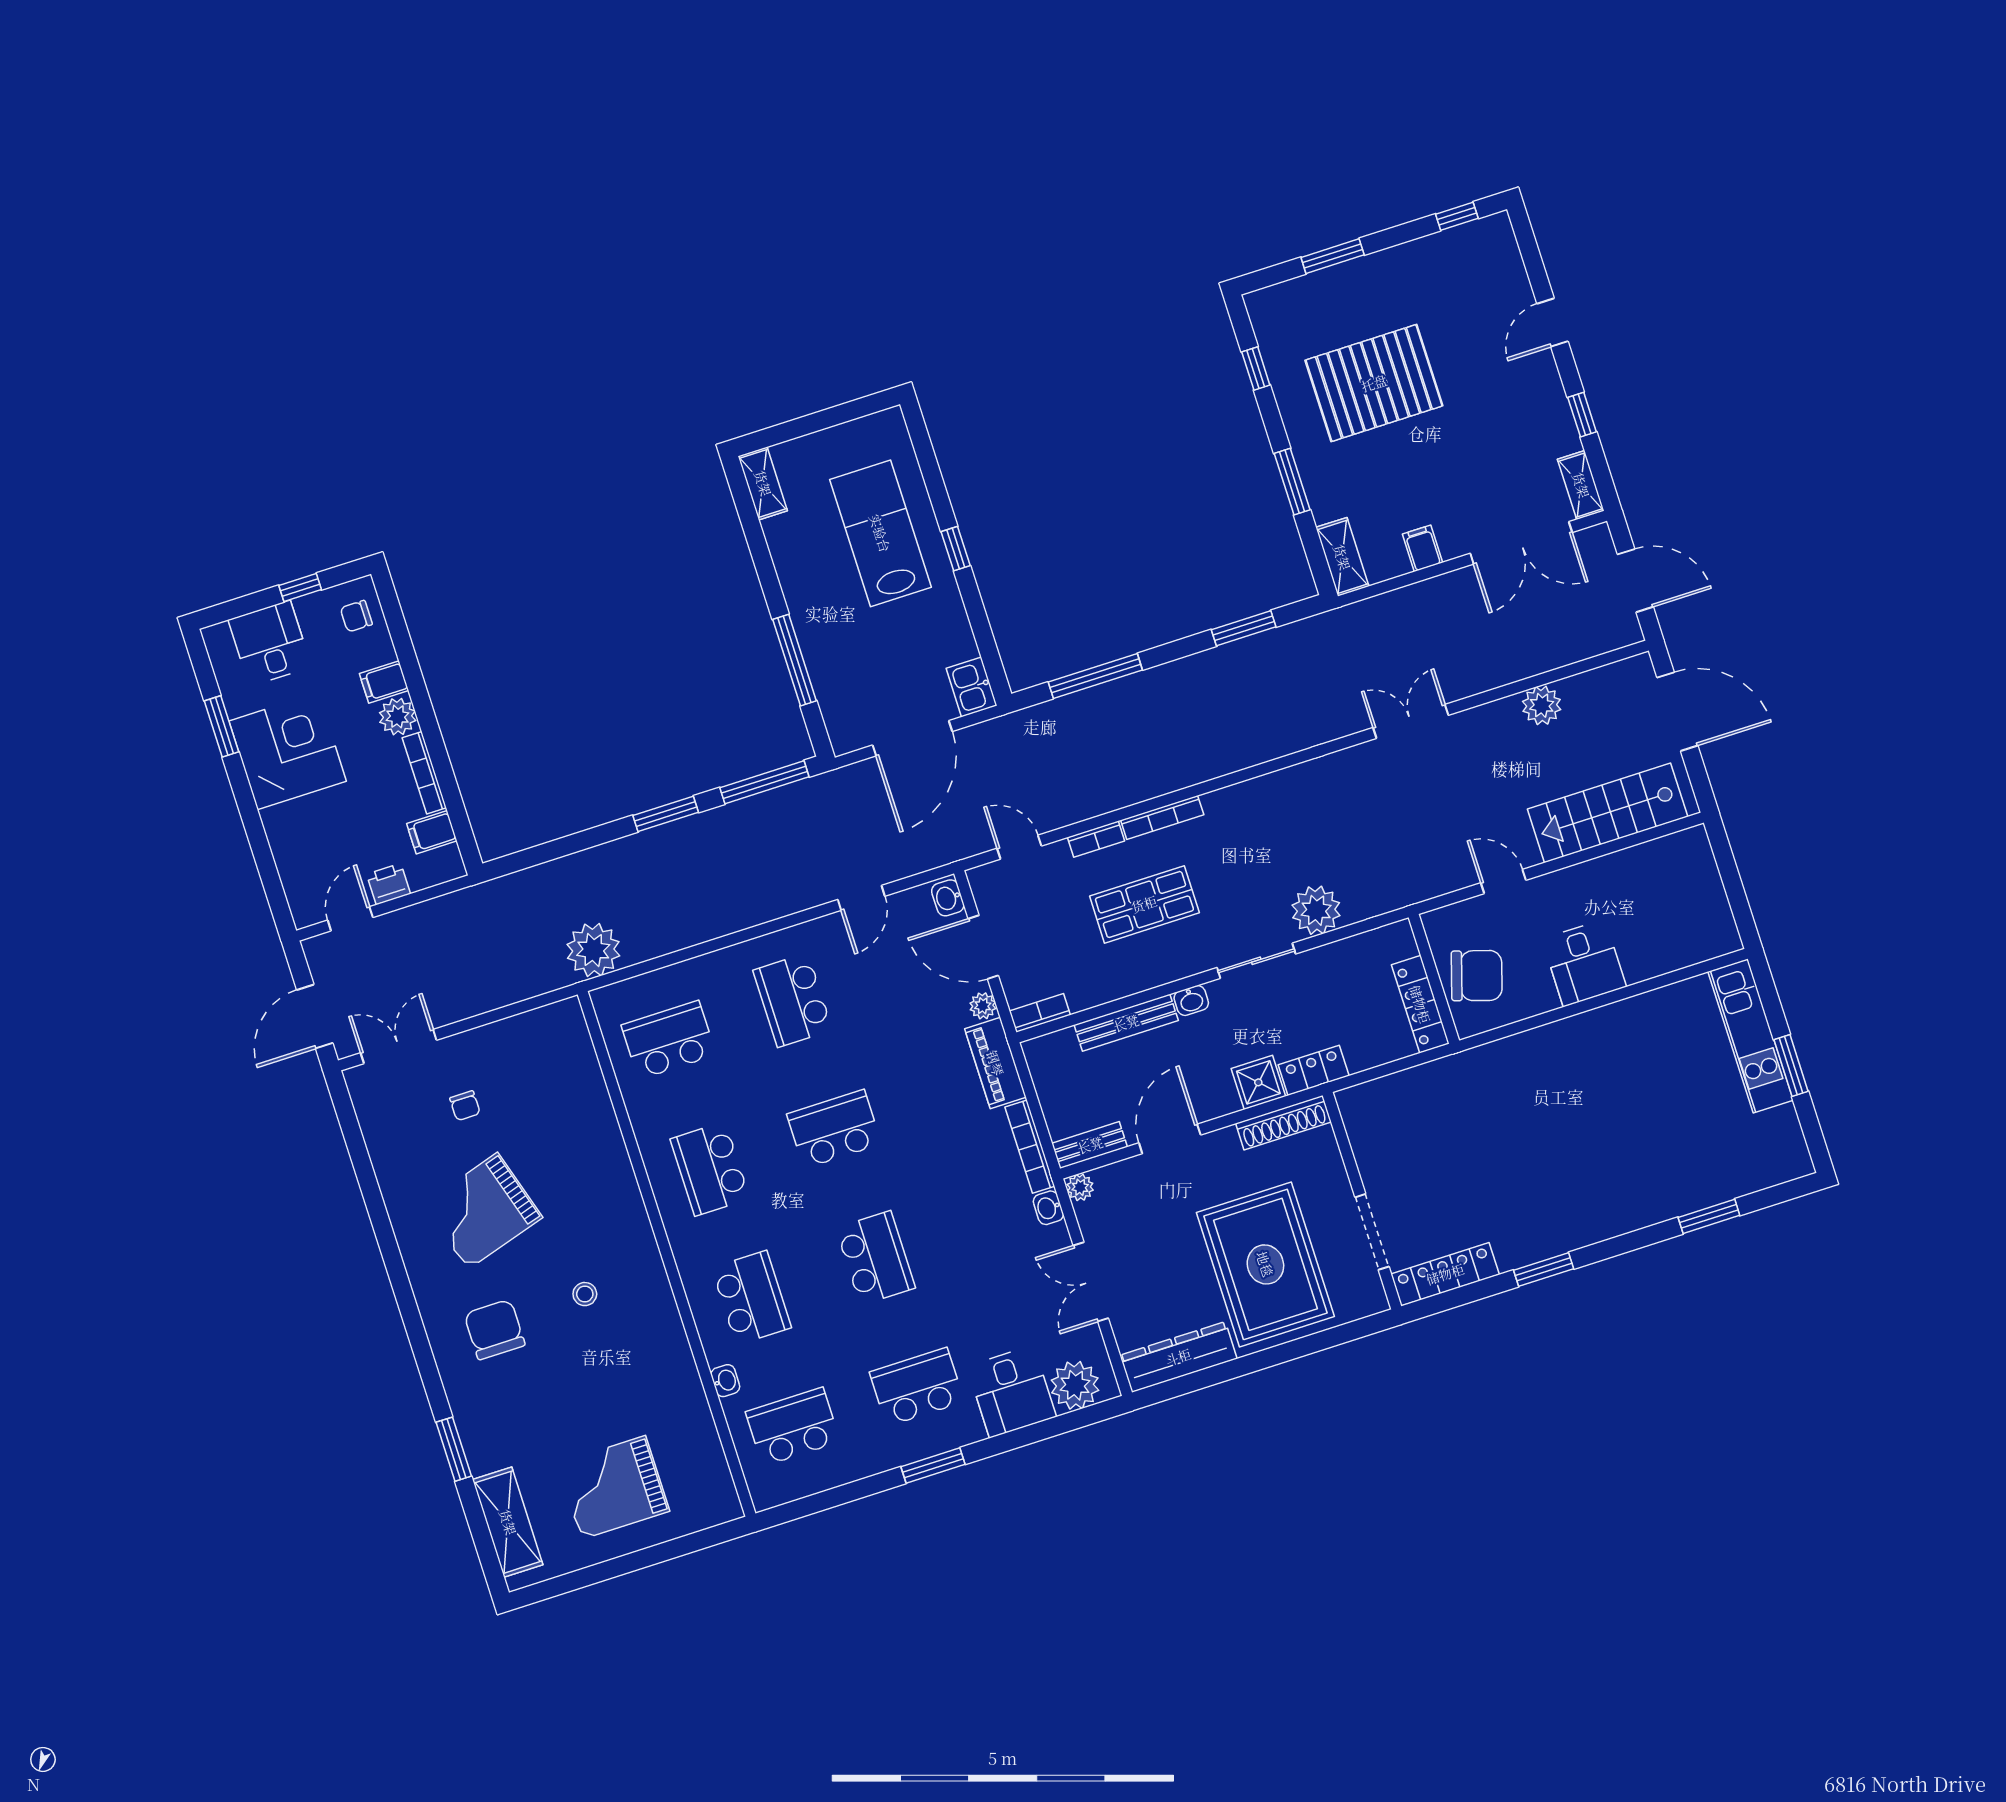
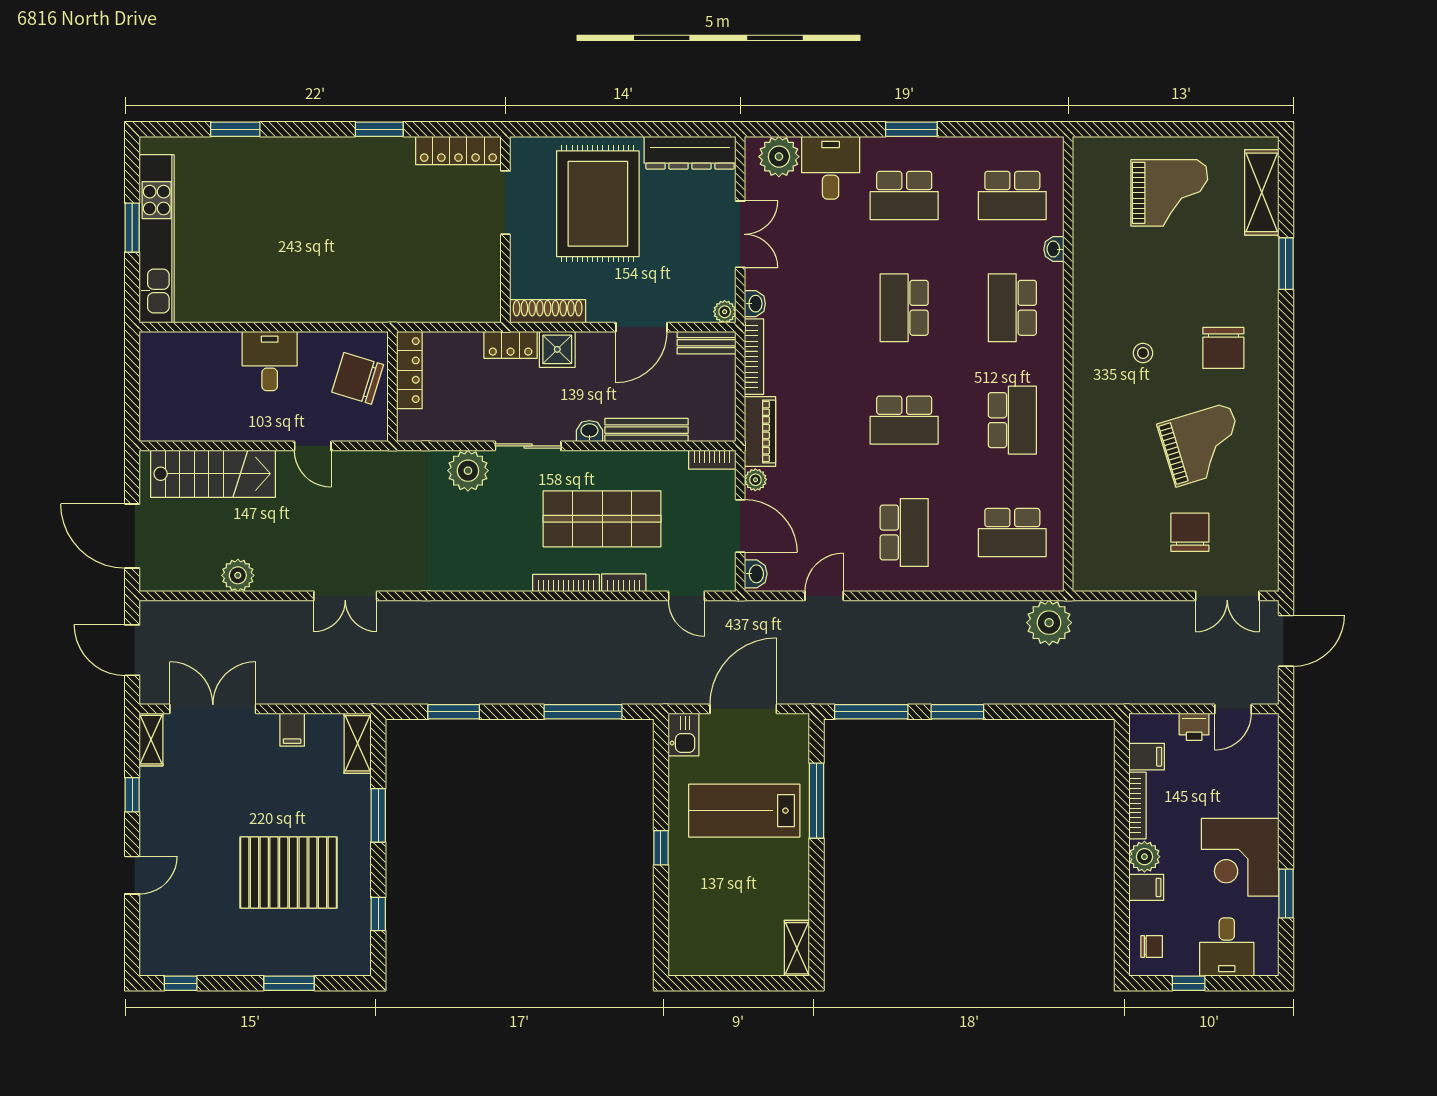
lab bench: (880, 533) -> (744, 811), moved, turned 90
shop shelf: (1144, 904) -> (602, 519), width x1.43, depth x1.36
kitchen unit: (1751, 1036) -> (157, 239), width x1.36
chair: (465, 1106) -> (1190, 532), width x1.87, depth x1.87

